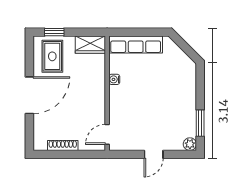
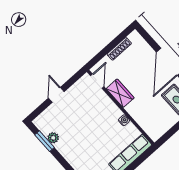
wardrobe: (90, 45) -> (120, 93), moved, turned 90
plant: (190, 144) -> (53, 138), moved

